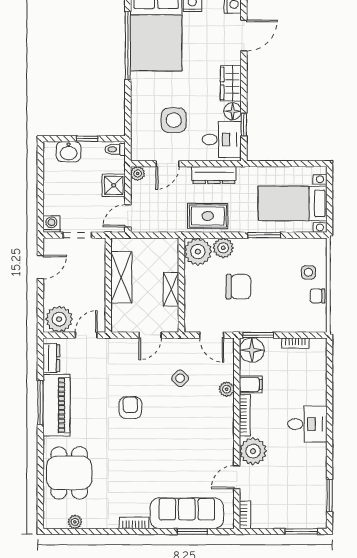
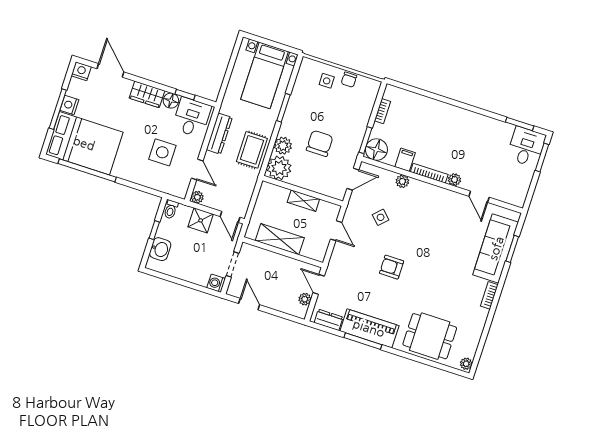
plant: (59, 319) -> (305, 299), width x0.53, depth x0.53
desk: (307, 424) -> (526, 147), moved
plant: (253, 451) -> (454, 180), width x0.53, depth x0.53
bookcase: (245, 515) -> (513, 200), removed
plant: (75, 522) -> (466, 364), moved

